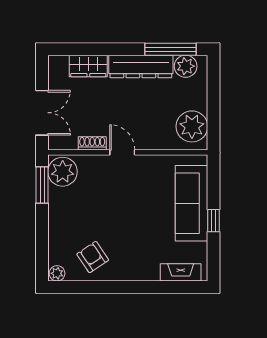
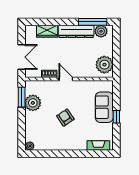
plant: (63, 172) -> (33, 103), moved
sofa: (191, 203) -> (104, 107), width x0.73
armchair: (93, 257) -> (65, 117), moved

